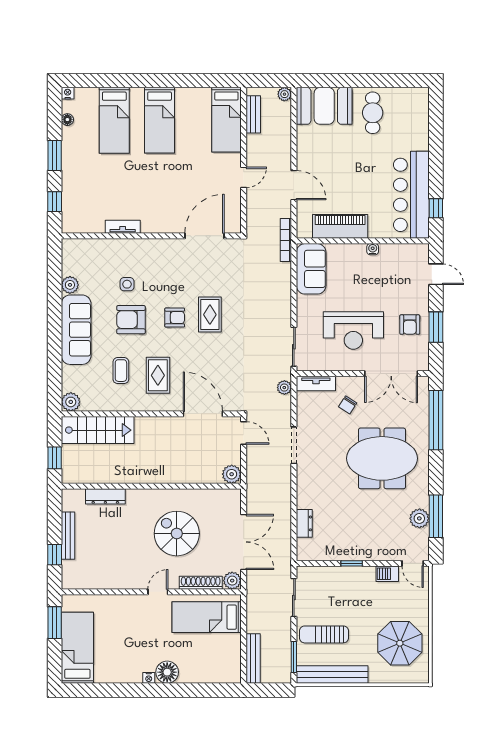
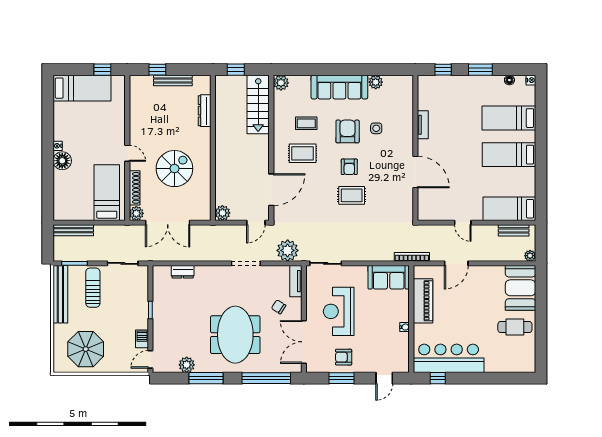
door: (204, 236) -> (415, 172), moved
plant: (284, 388) -> (288, 250), width x1.88, depth x1.88
window: (436, 516) -> (206, 378), moved
window: (55, 623) -> (102, 70), width x0.67

